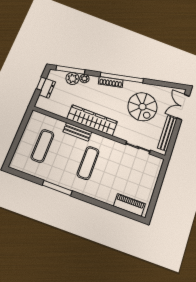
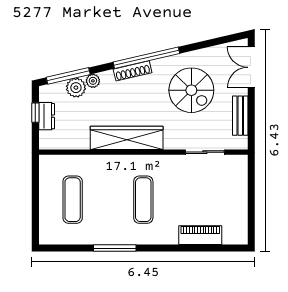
bench: (77, 132) -> (112, 162), removed
bench: (167, 133) -> (240, 116), width x0.73
piano: (129, 205) -> (200, 235), moved

